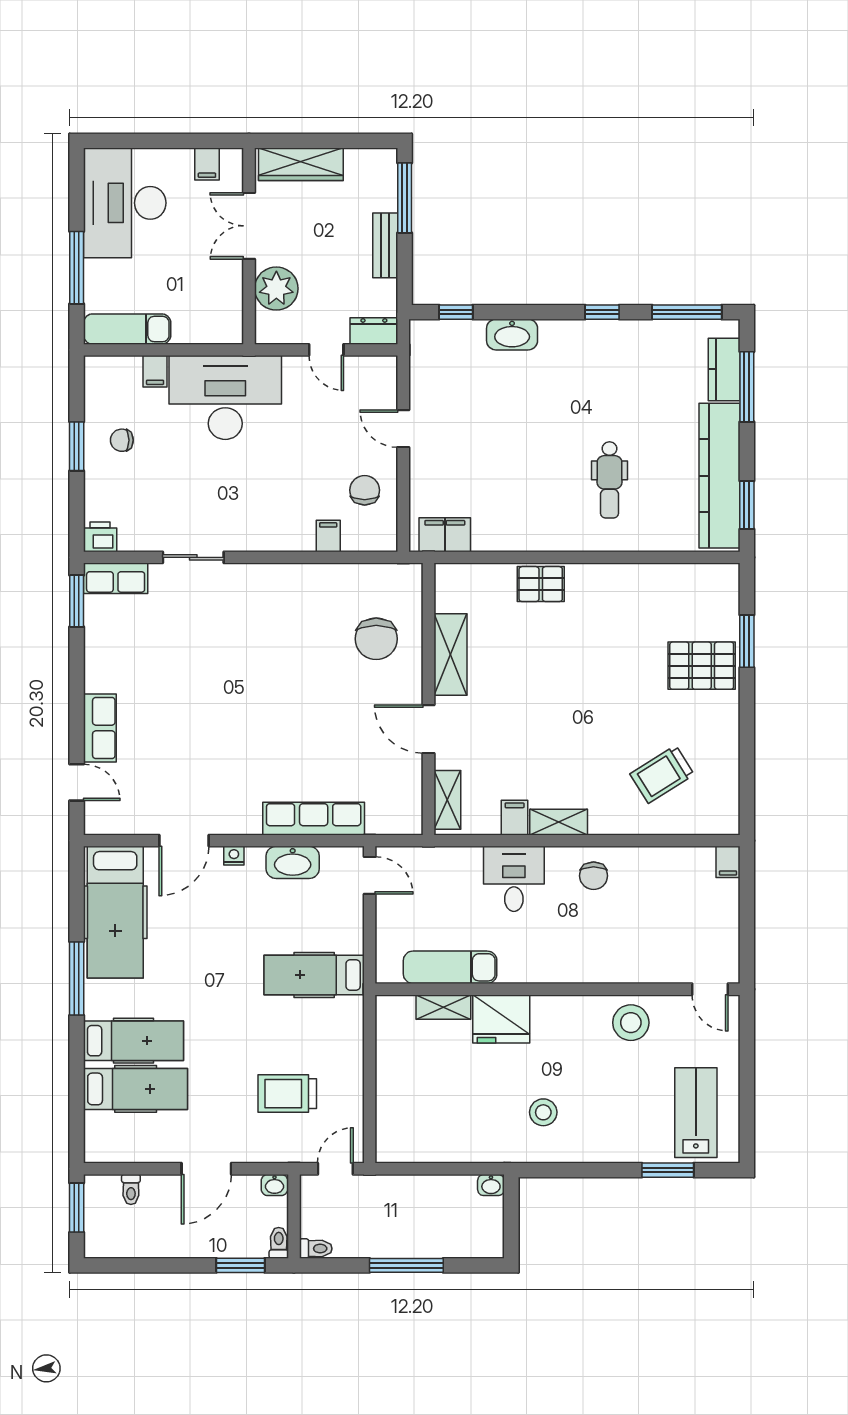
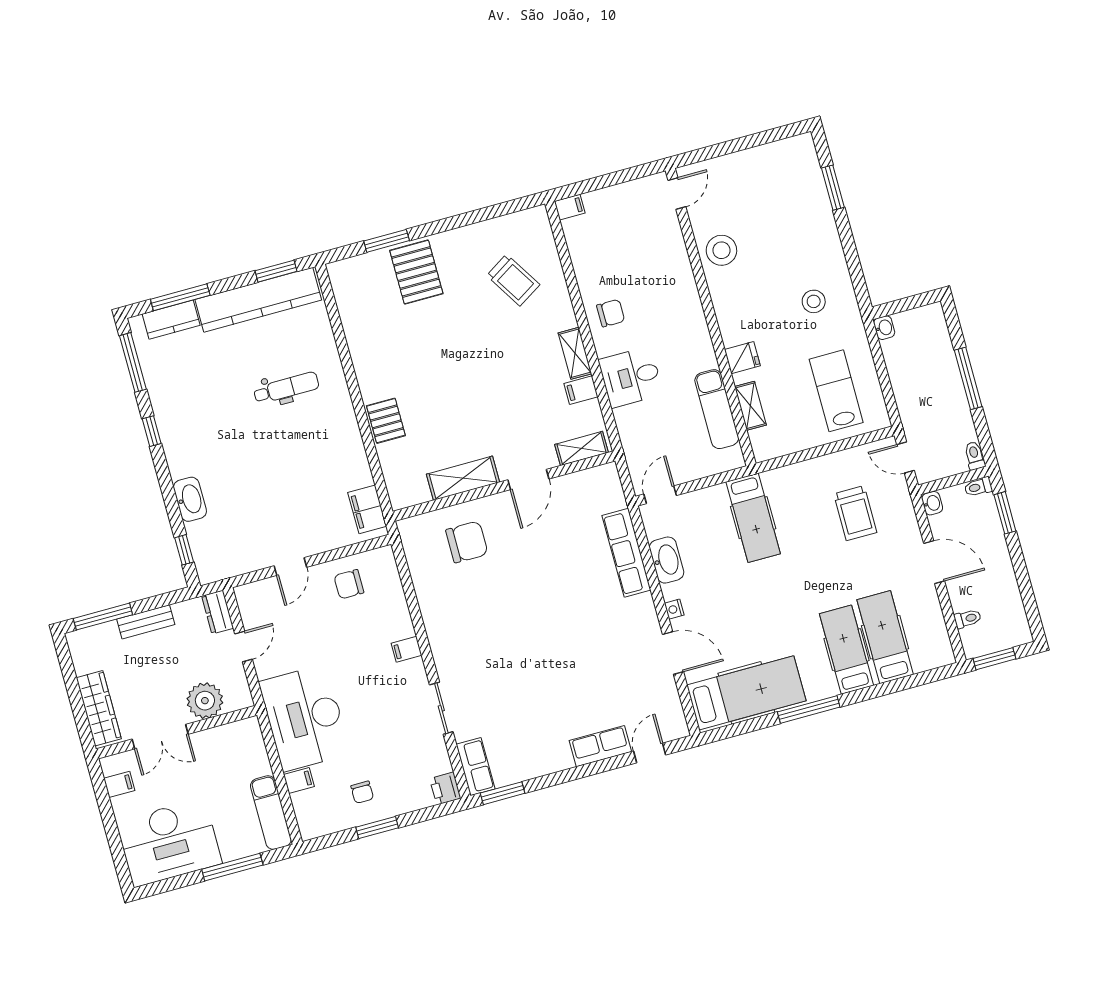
filing cabinet: (328, 536) -> (407, 649), moved
fridge: (501, 1019) -> (742, 358), width x0.53, depth x0.75
lab bench: (696, 1113) -> (836, 391), moved, turned 90

